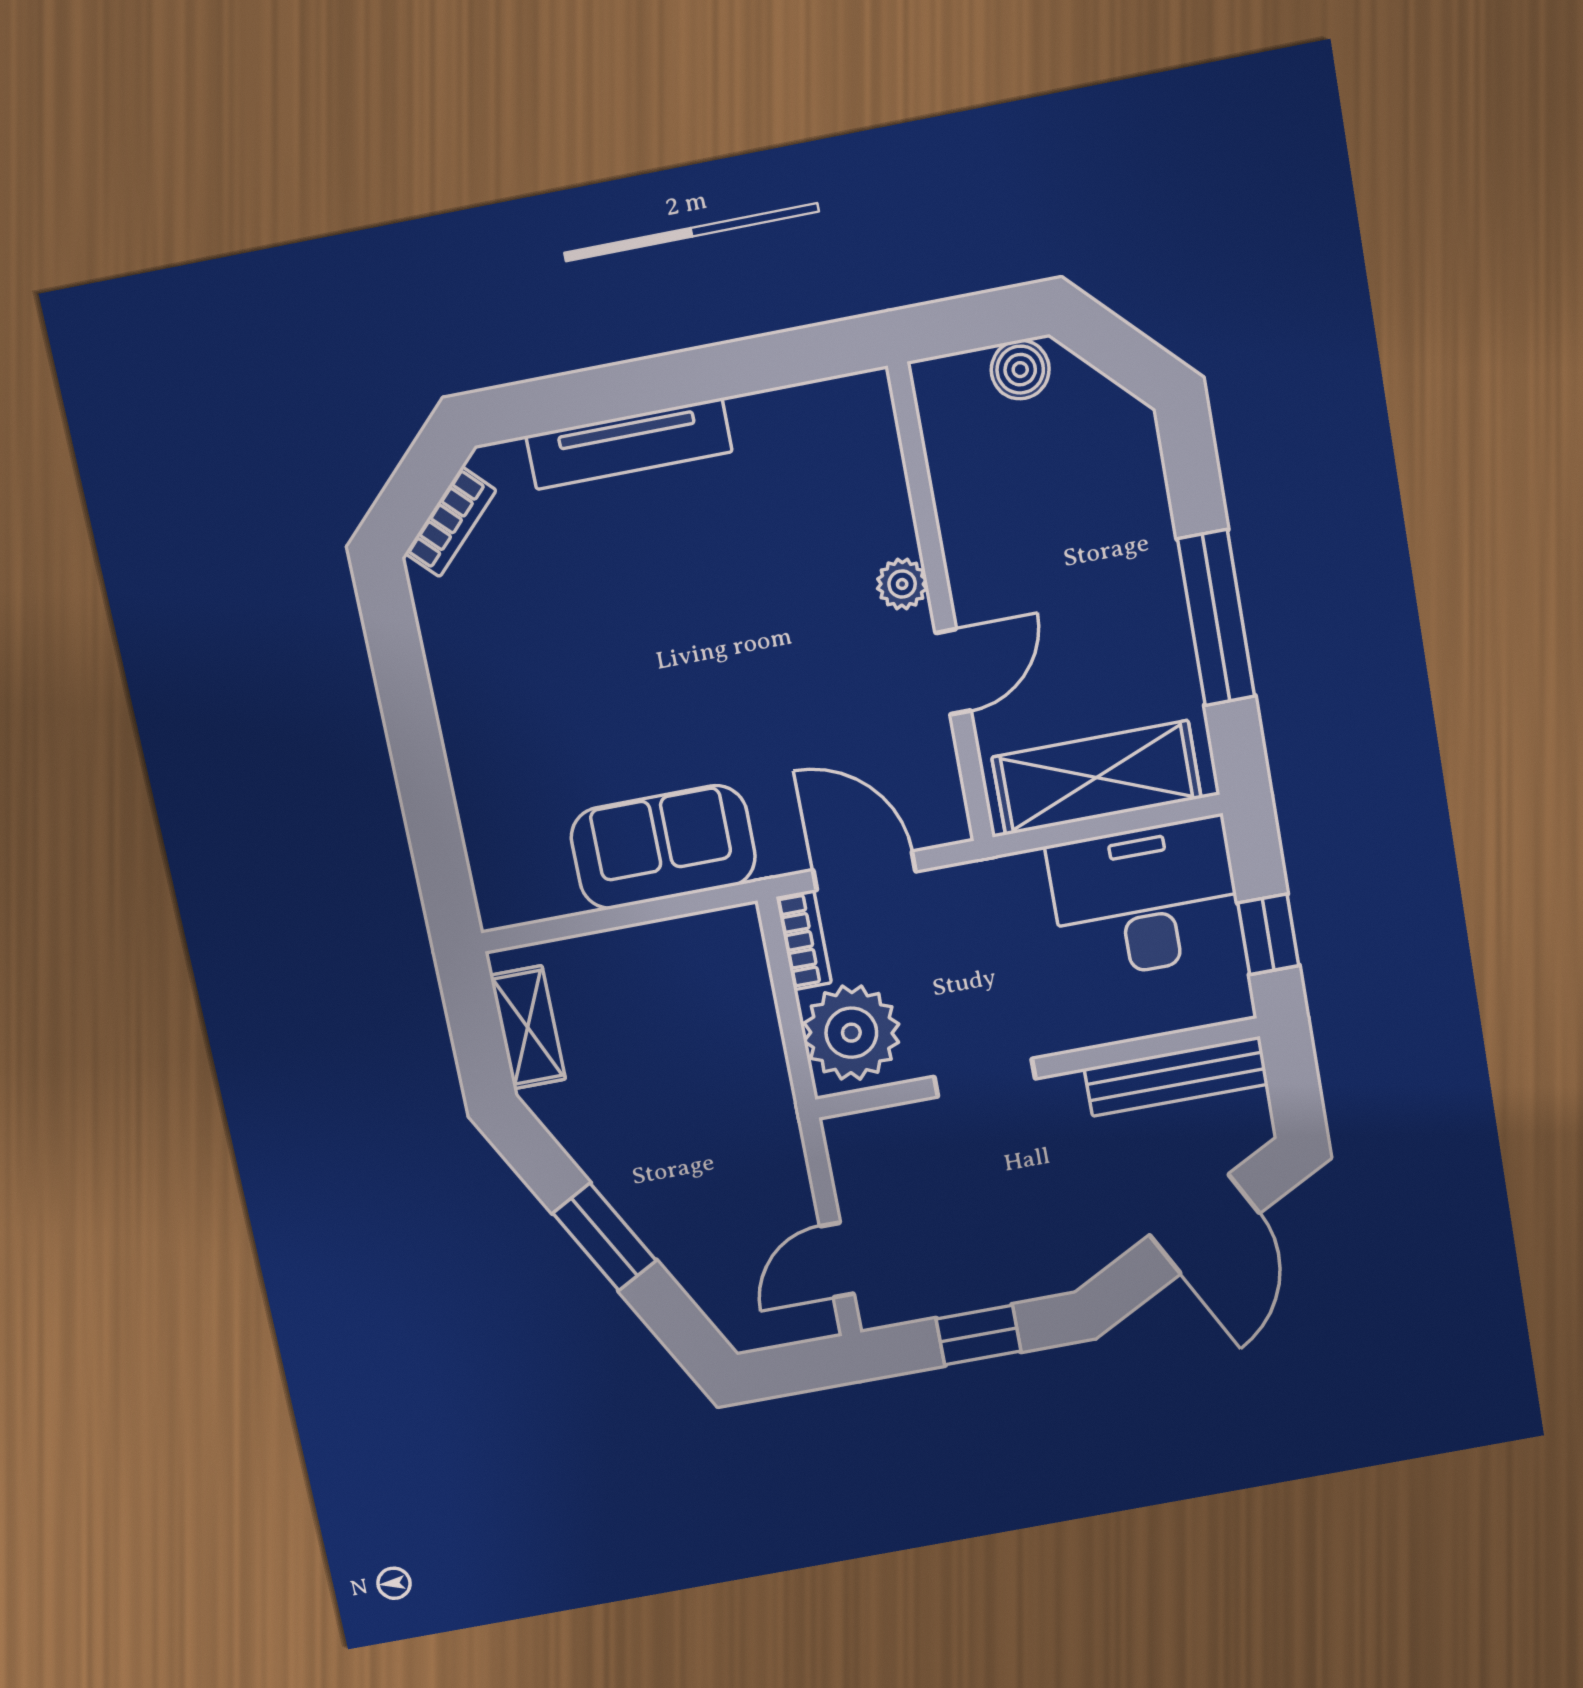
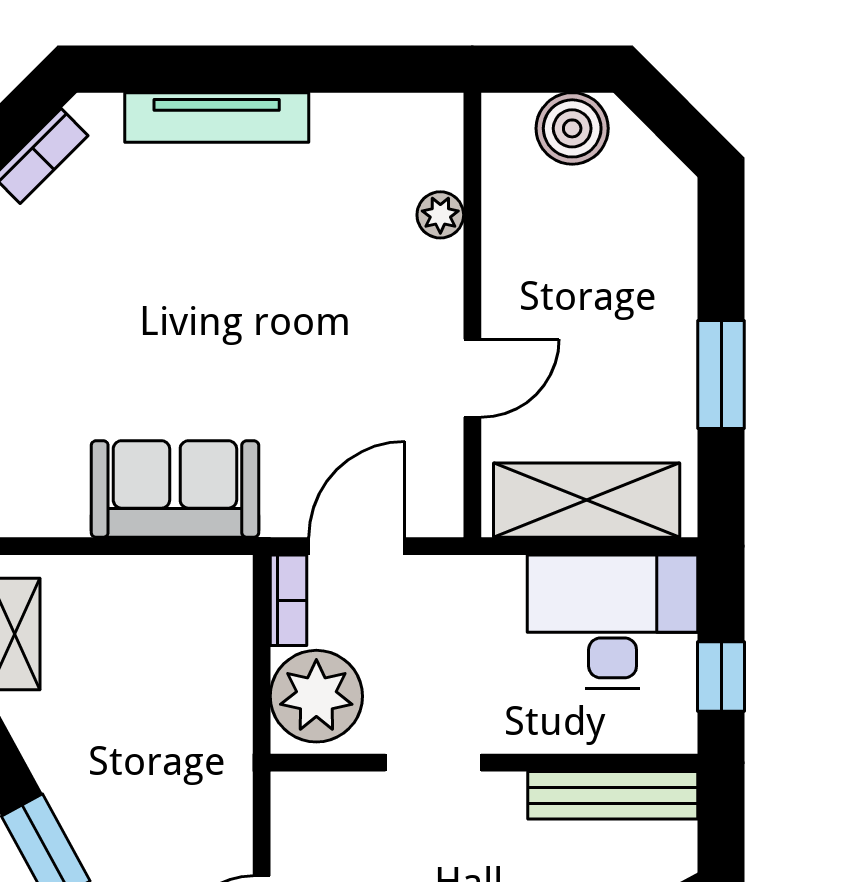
boiler: (1020, 370) -> (572, 128), width x1.36, depth x1.36
plant: (902, 584) -> (440, 215), moved
window: (1216, 618) -> (721, 375), width x0.69
door: (864, 871) -> (357, 546), hinge flipped

